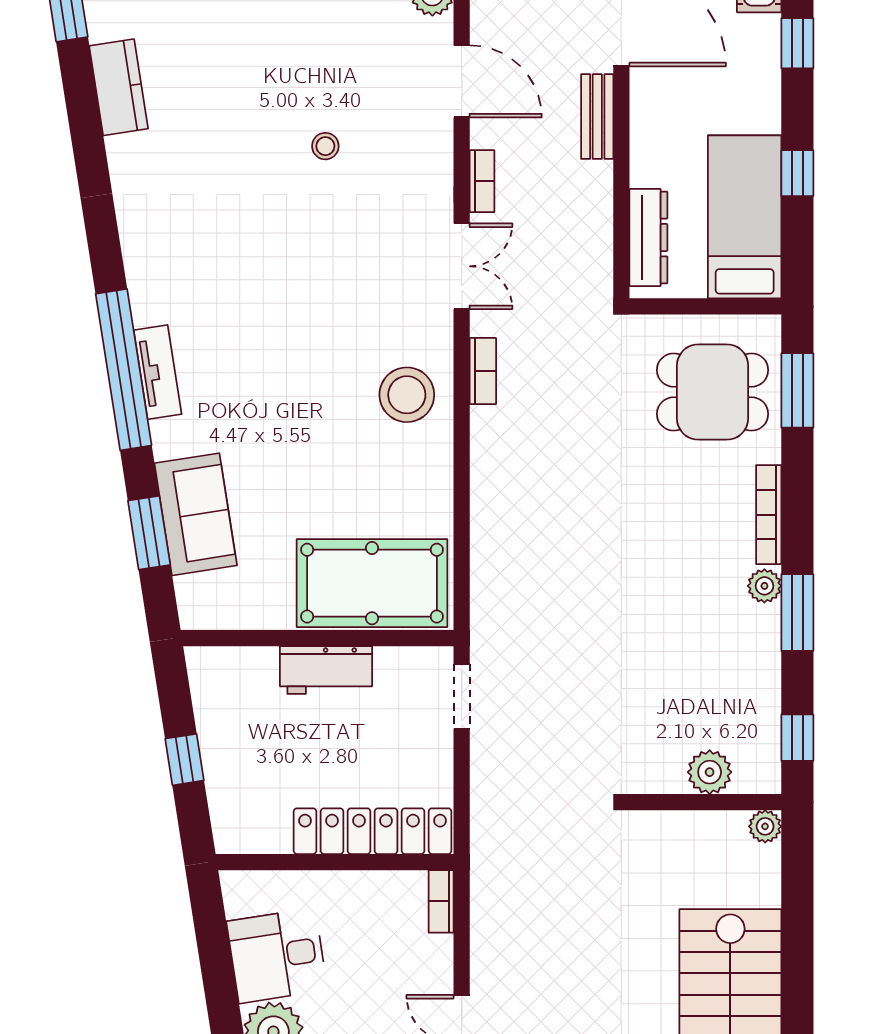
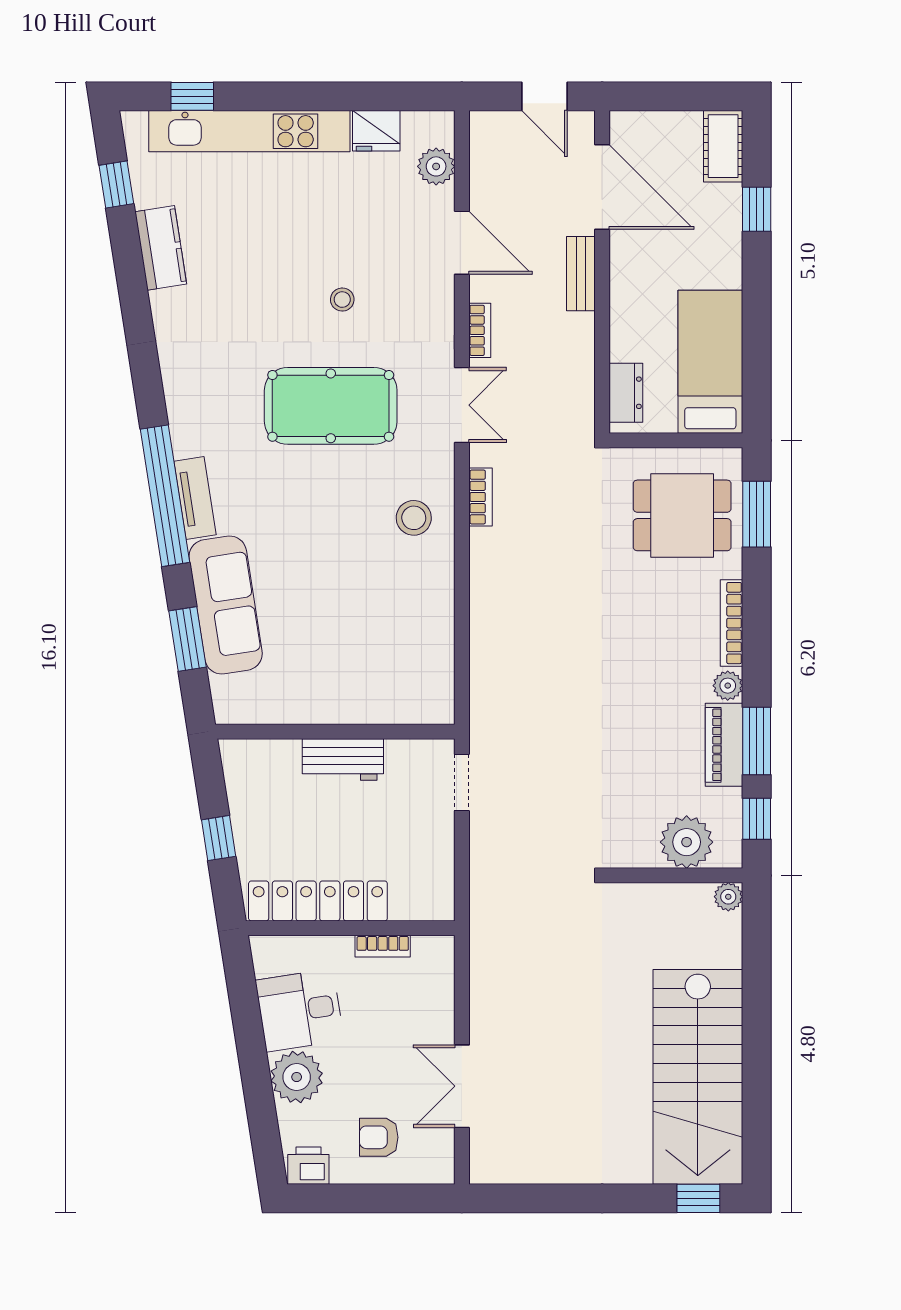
window: (797, 173) -> (757, 323), removed
dresser: (648, 238) -> (626, 393), width x0.70
stool: (407, 395) -> (414, 518), width x0.73, depth x0.73
sofa: (196, 514) -> (226, 605), width x1.36
pool table: (372, 583) -> (331, 406), moved
window: (797, 613) -> (757, 741), moved
piano: (760, 653) -> (724, 745), added
plant: (710, 772) -> (687, 842), width x1.36, depth x1.36
locker: (373, 831) -> (318, 901), moved
bookcase: (441, 901) -> (383, 946), moved, turned -90

